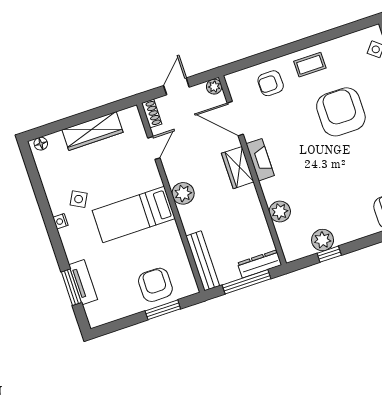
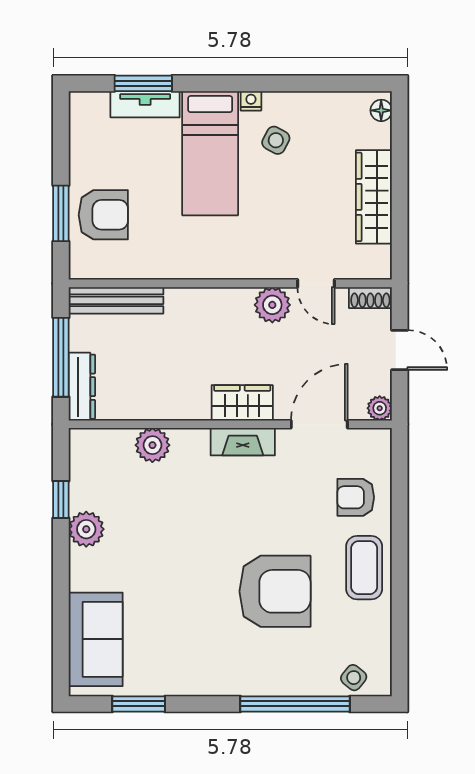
coffee table: (310, 65) -> (364, 568), width x1.36, depth x1.30
armchair: (271, 83) -> (356, 497), turned -89
plant: (183, 193) -> (272, 305), moved
bed: (134, 214) -> (210, 153), moved, turned 180
plant: (323, 240) -> (86, 529), moved

